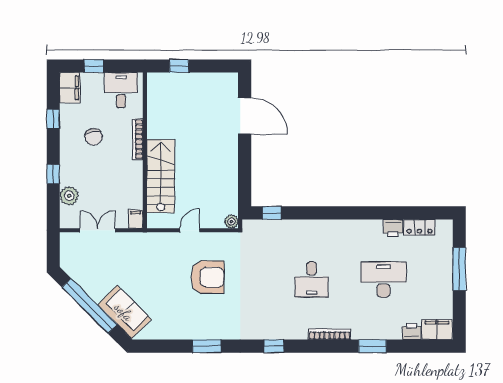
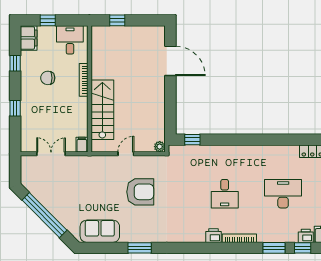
chair: (94, 137) -> (48, 78), turned 99
plant: (69, 196) -> (28, 126), removed
printer: (393, 228) -> (214, 236), moved, turned 180
sofa: (124, 312) -> (100, 231), moved, turned -45
window: (274, 346) -> (303, 248), moved

